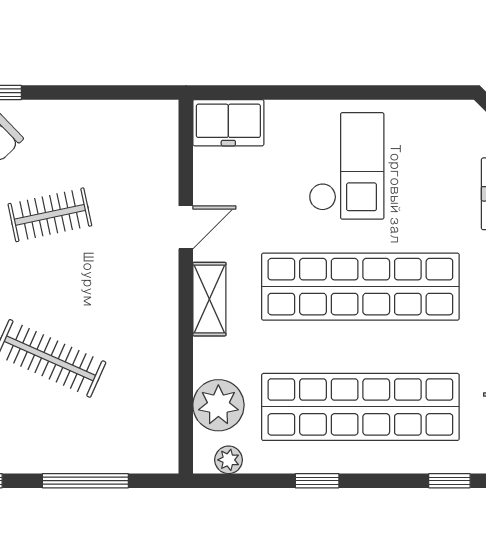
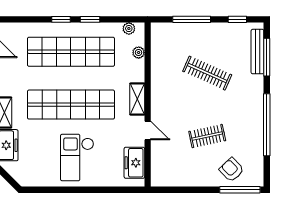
freezer: (228, 123) -> (134, 163), moved, turned -90
door: (186, 227) -> (148, 131), swing flipped
plant: (218, 405) -> (139, 53), width x0.53, depth x0.53
window: (449, 481) -> (61, 19), moved

